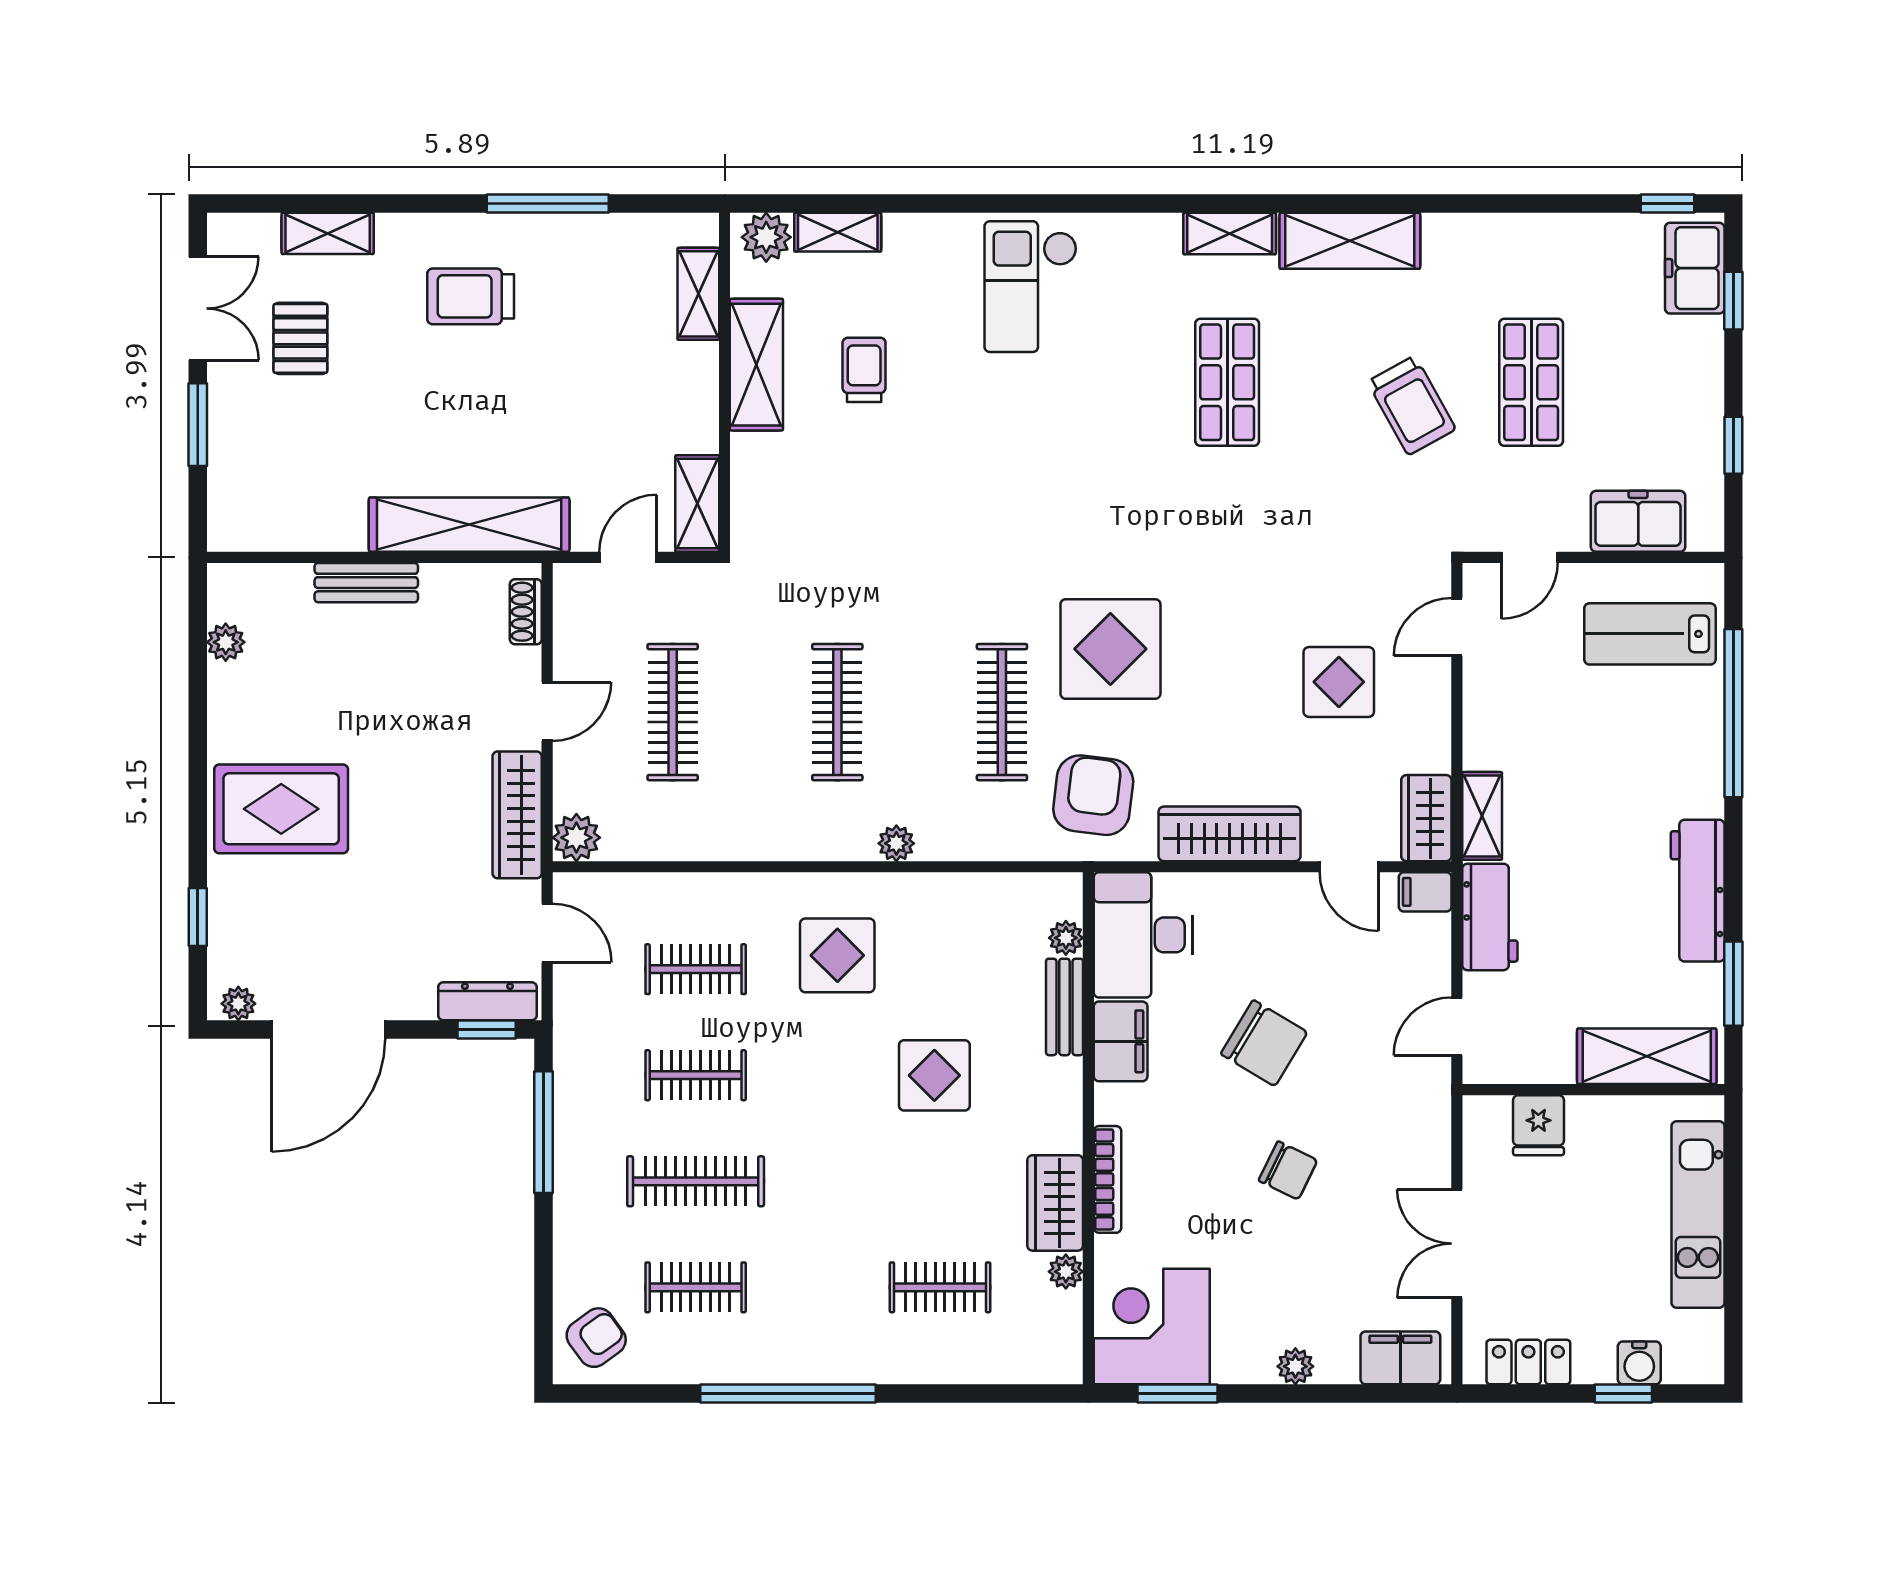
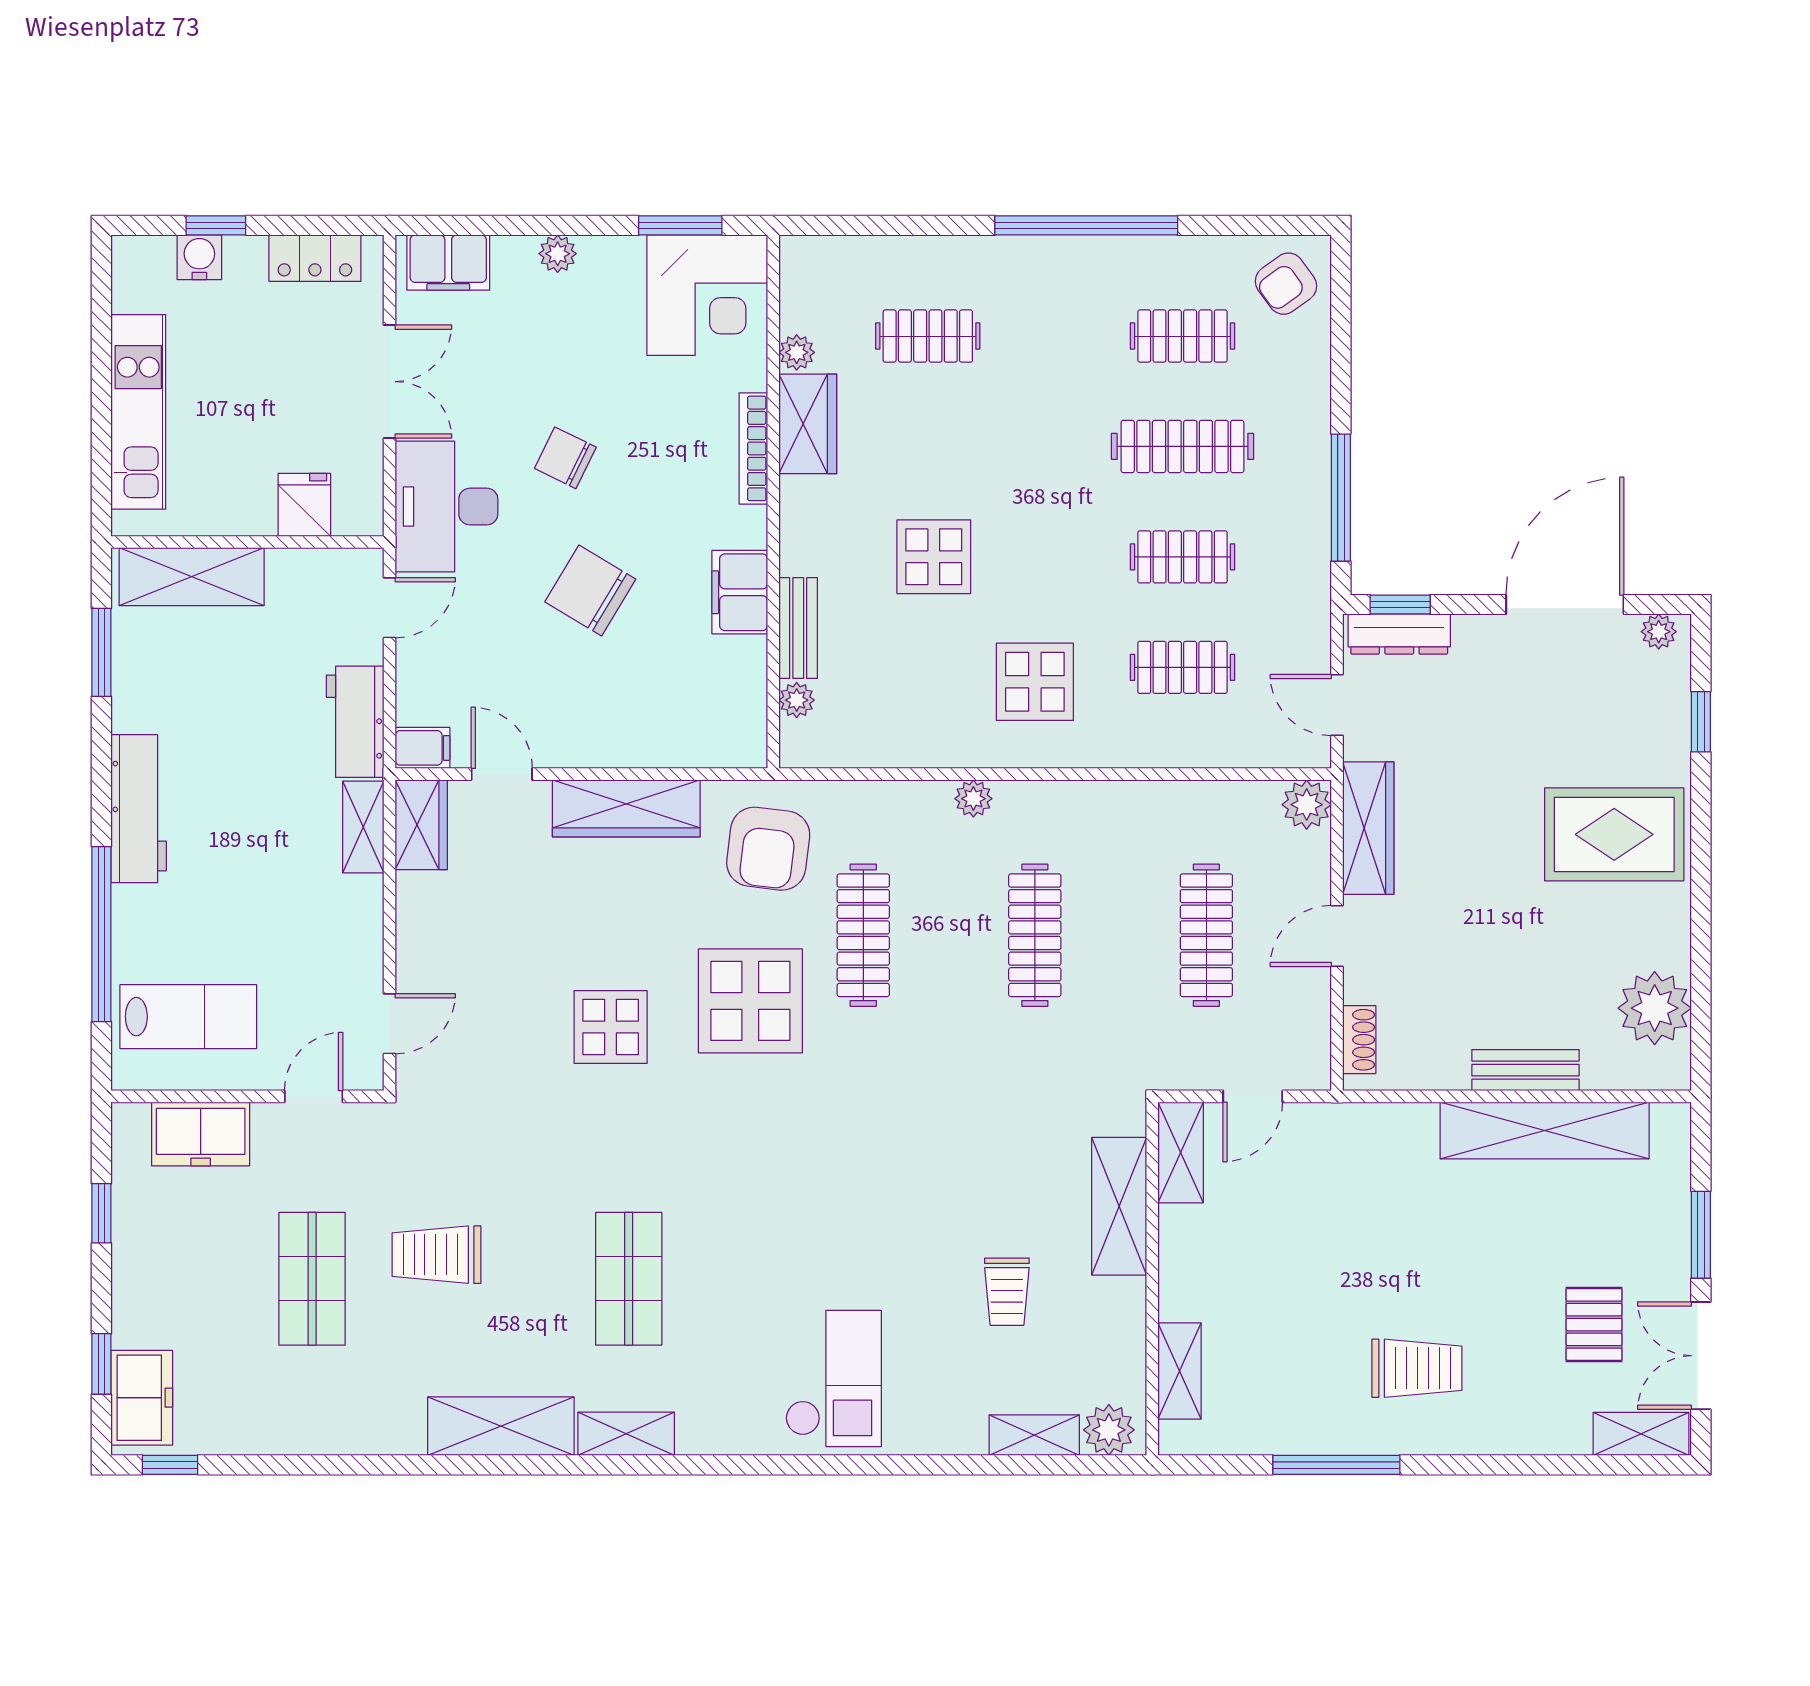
shelving: (328, 233) -> (1641, 1434), moved
shelving: (756, 365) -> (1119, 1206), moved
trolley: (1412, 405) -> (437, 1255), turned -61
shelving: (469, 525) -> (1545, 1130), moved
plant: (226, 642) -> (1655, 1008), width x1.88, depth x1.88
display table: (1339, 682) -> (611, 1027), moved
workbench: (1698, 891) -> (139, 809), moved
desk: (1143, 935) -> (446, 507), moved, turned 180

